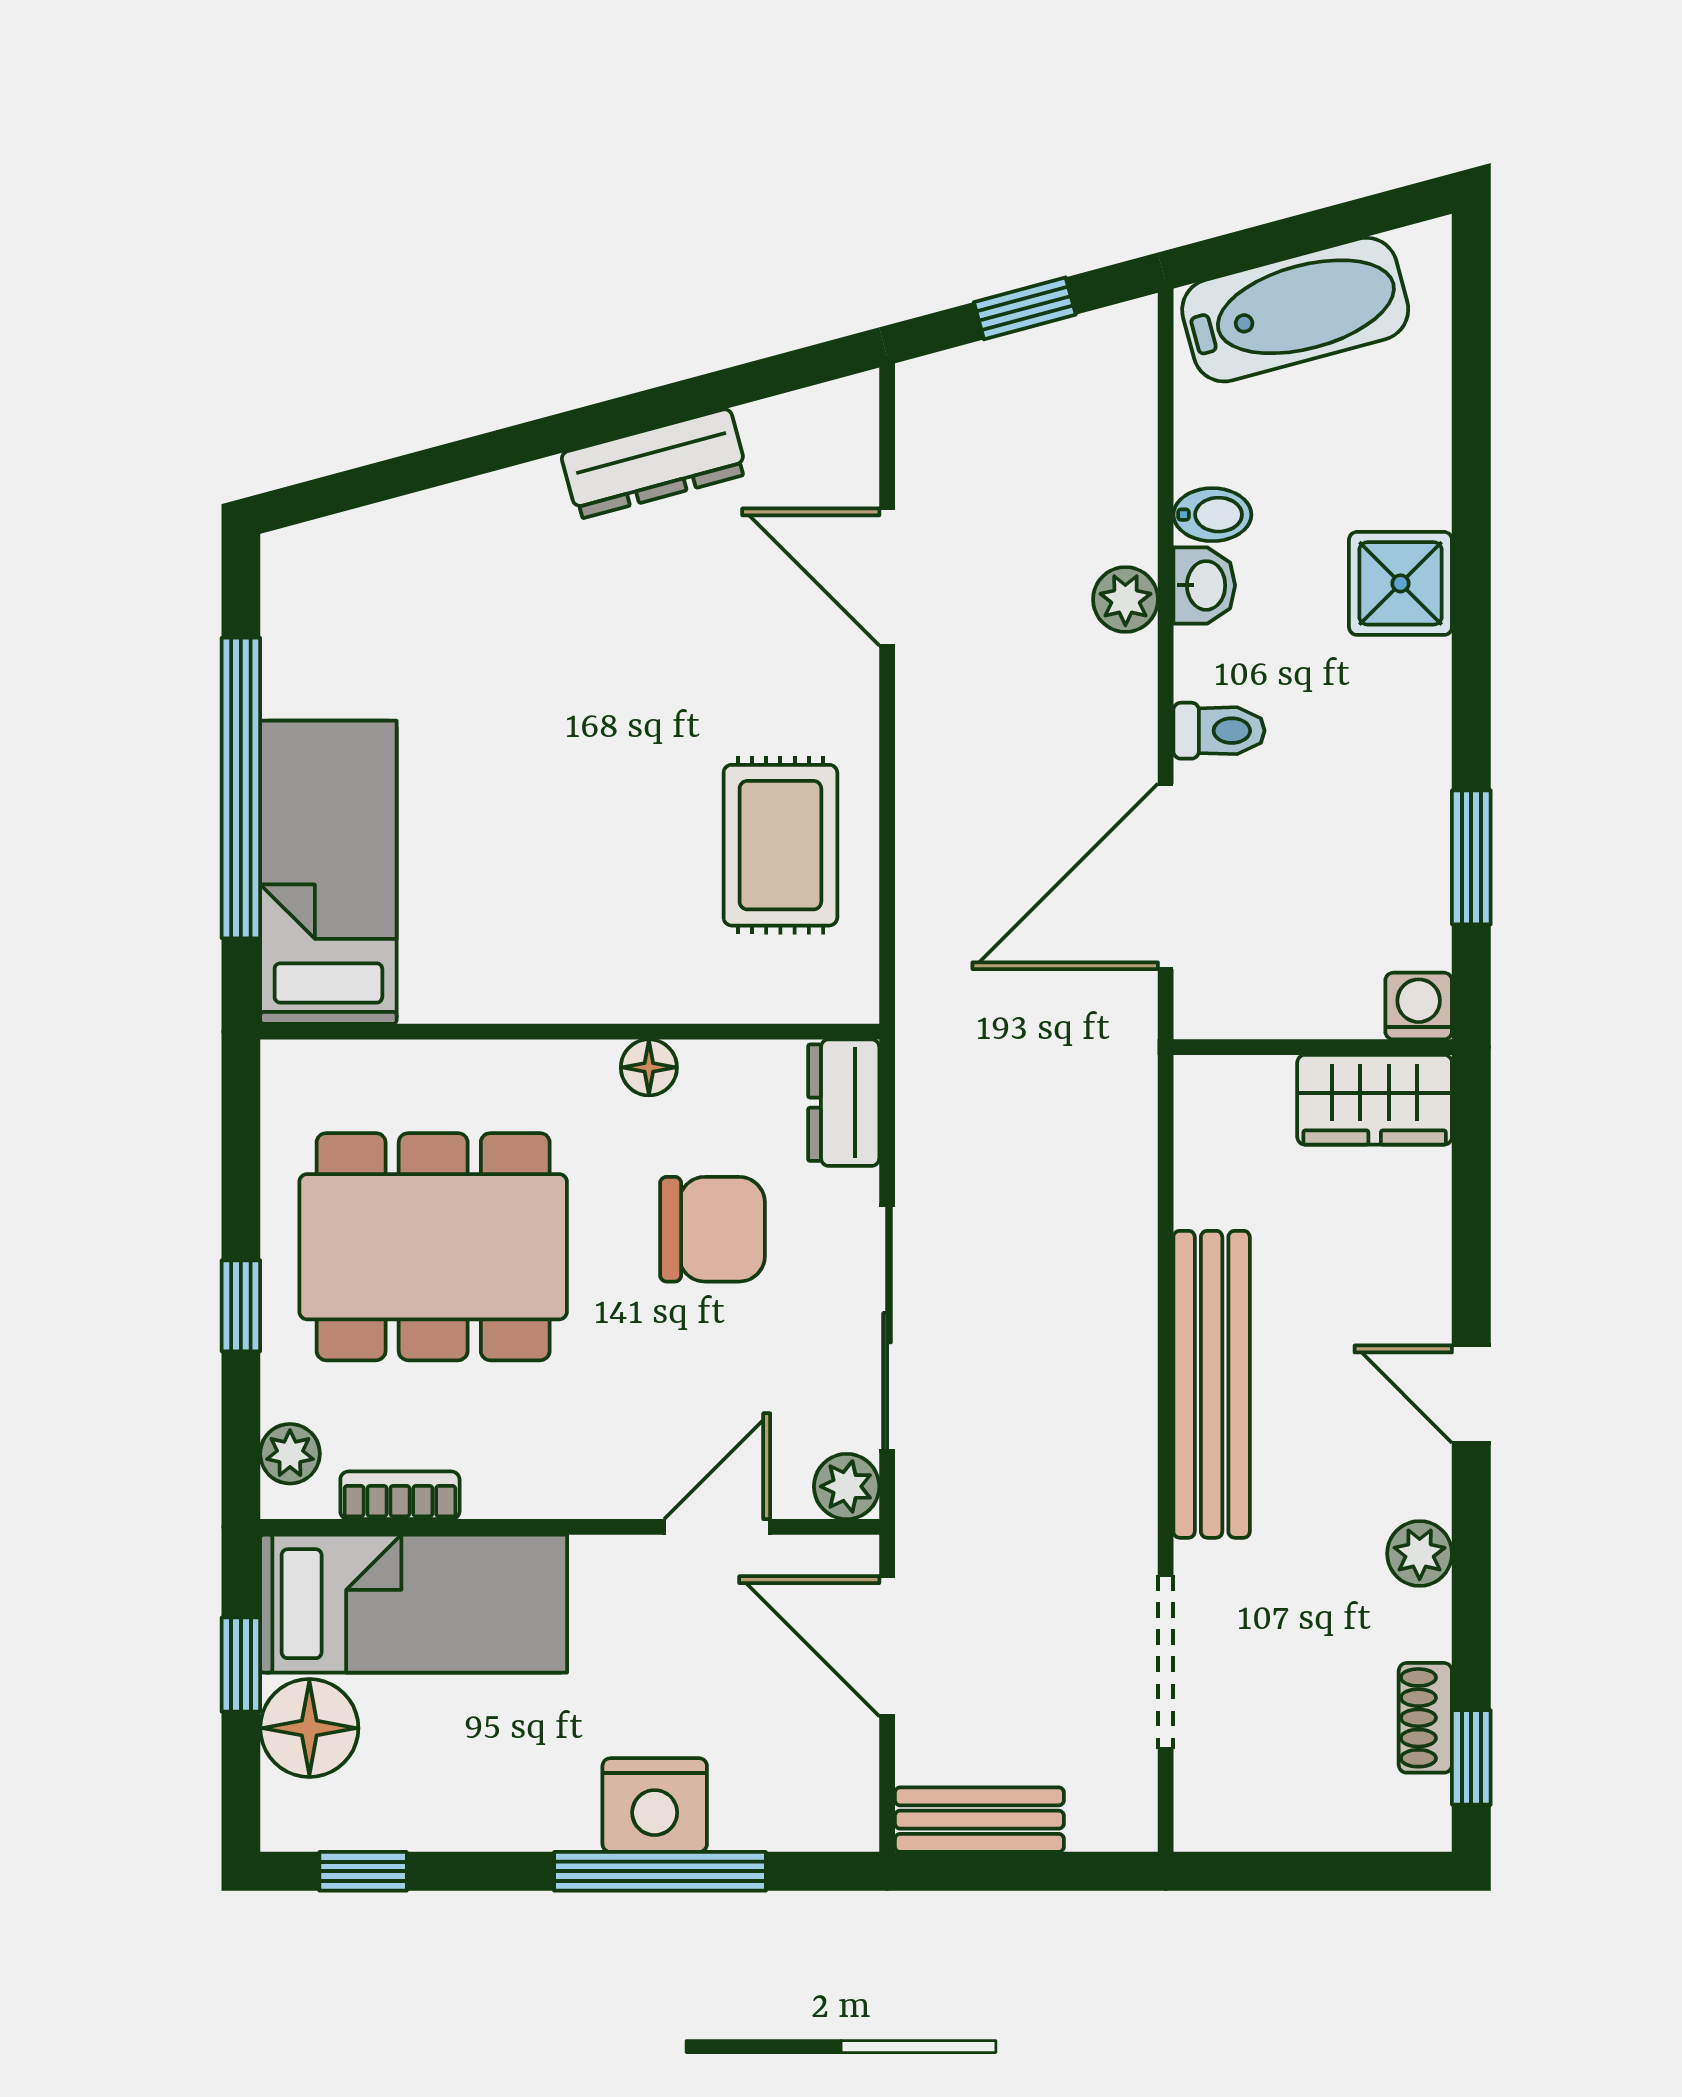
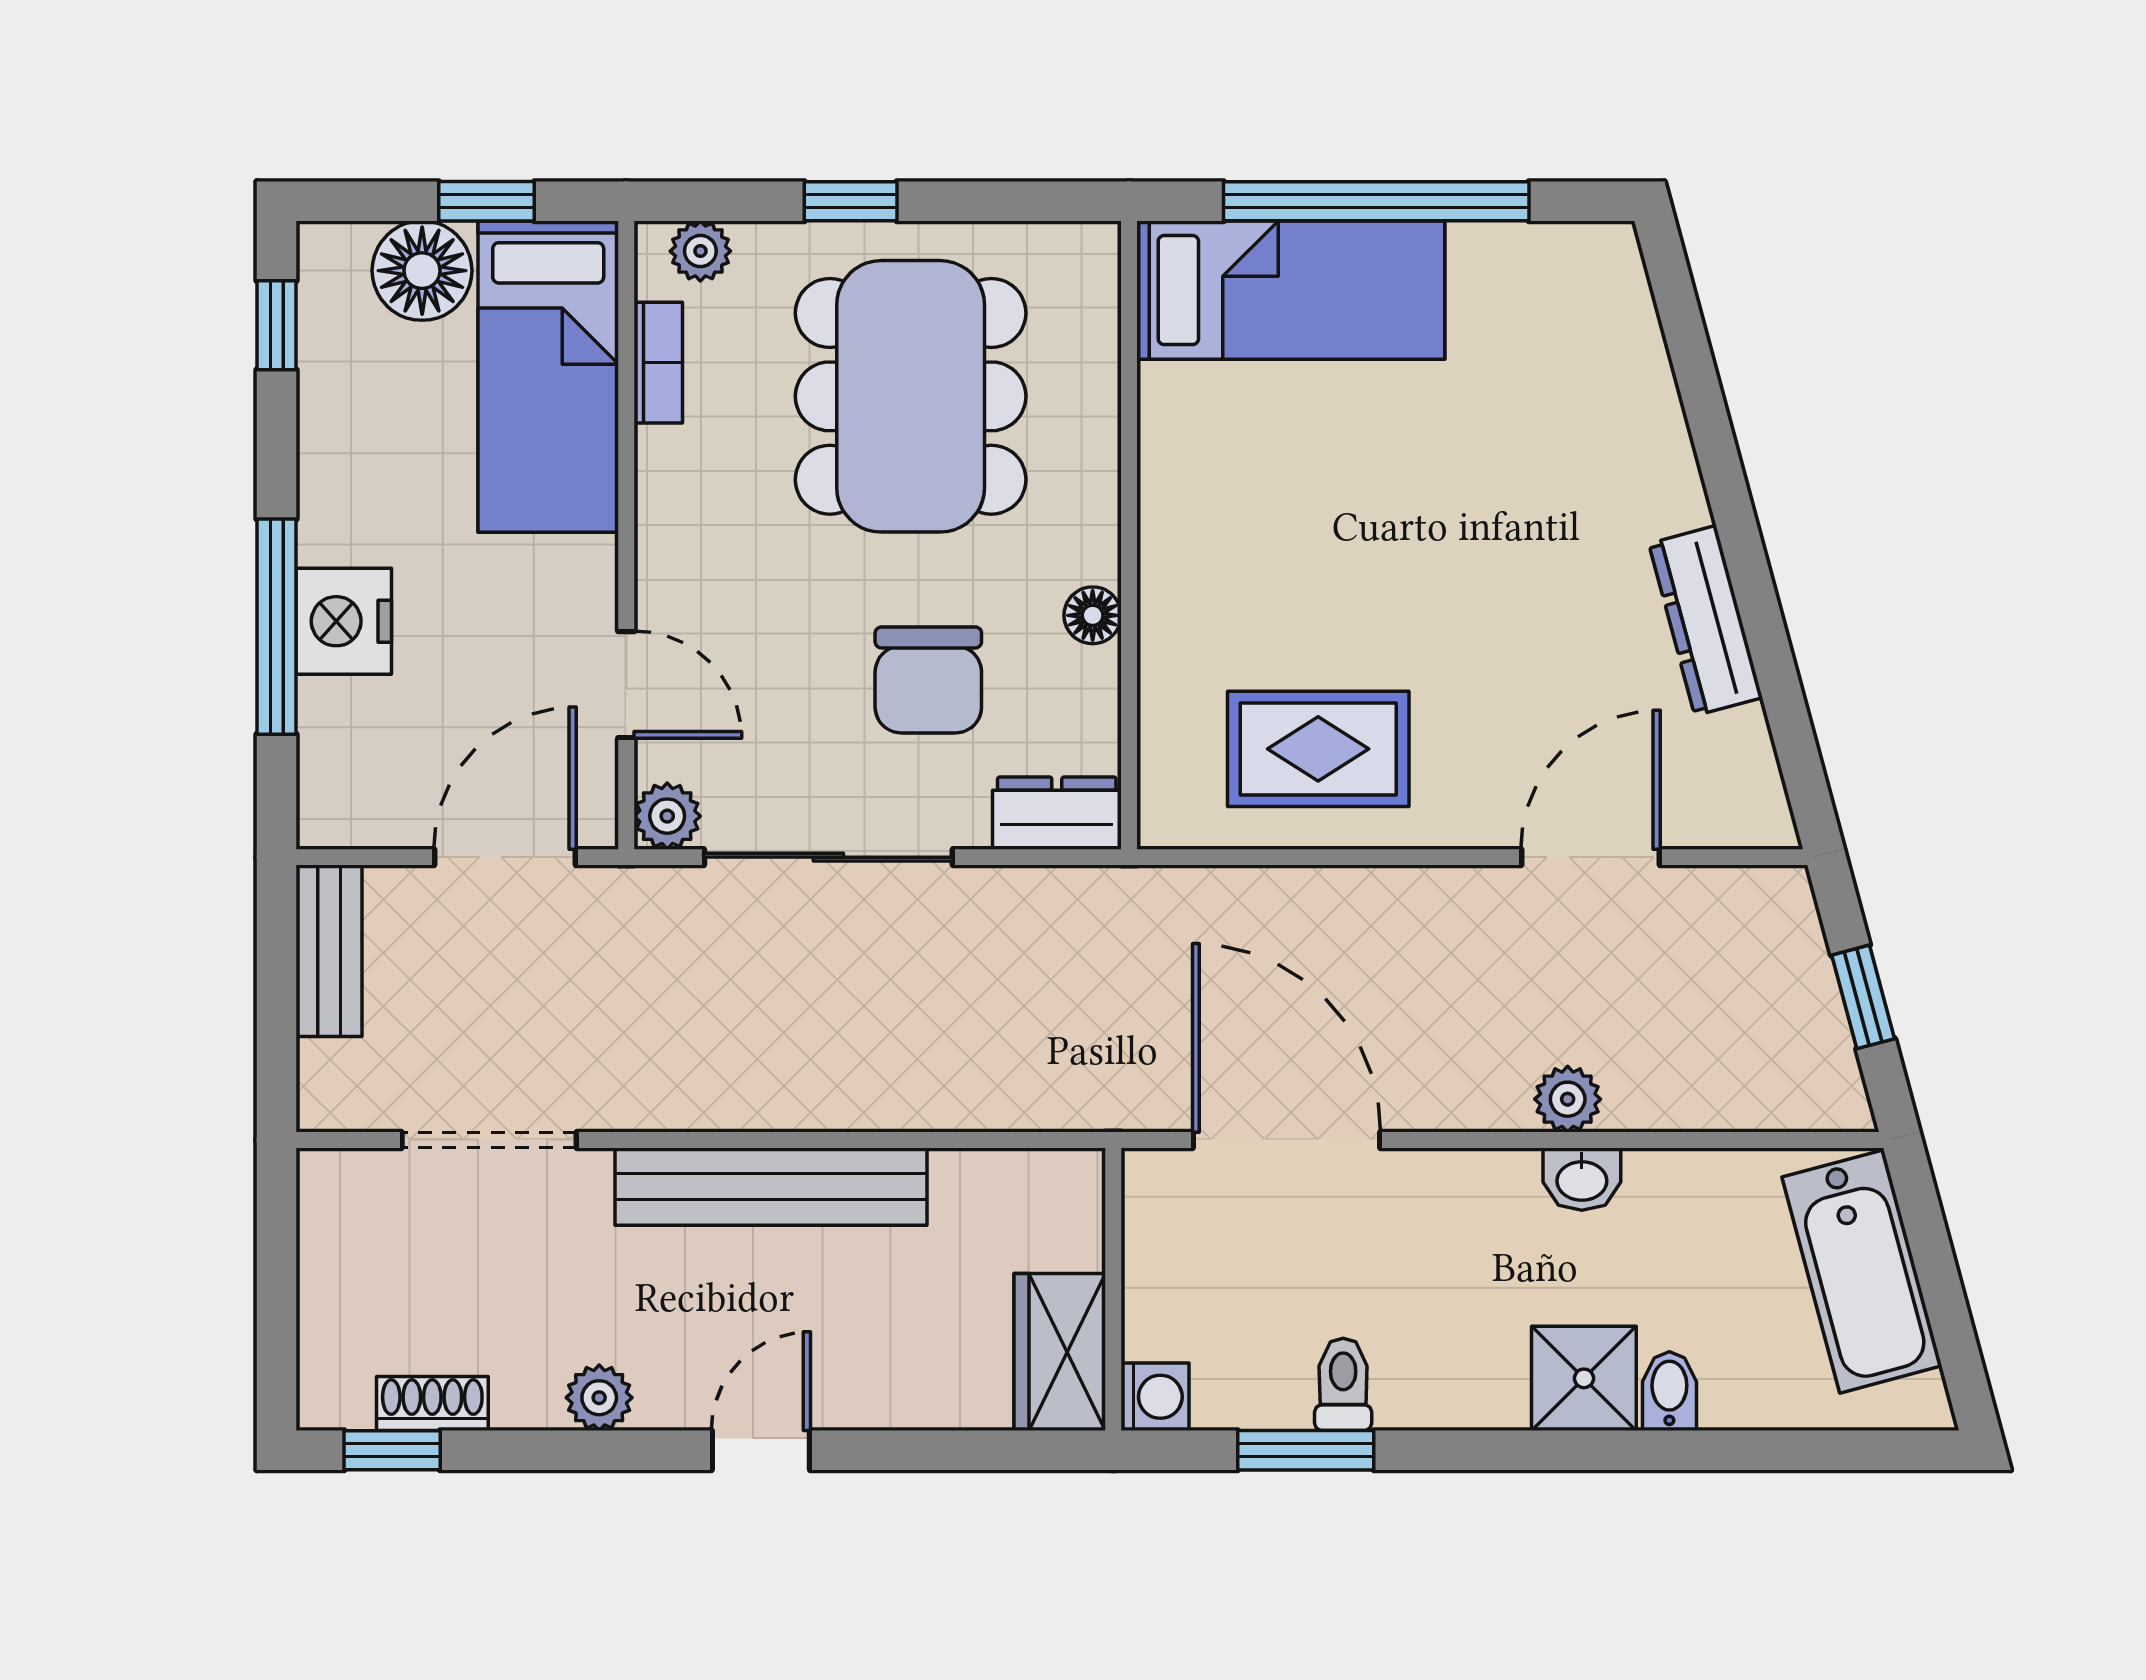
bidet: (1212, 515) -> (1669, 1391), moved, turned 180
toilet: (1219, 731) -> (1343, 1384), moved, turned 180

